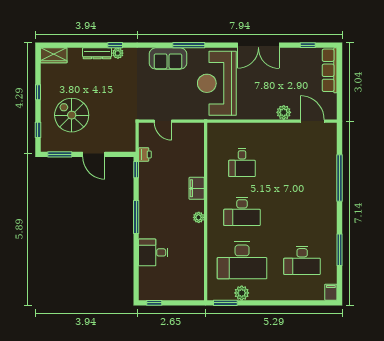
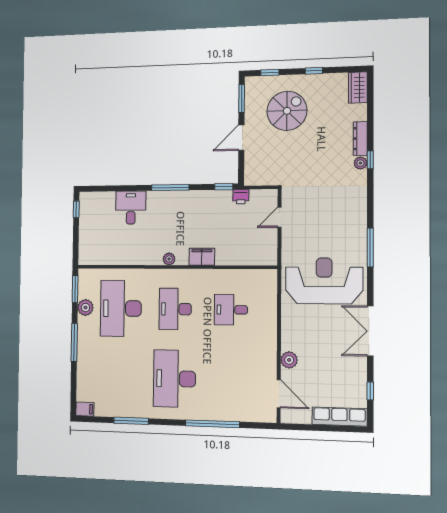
sofa: (168, 58) -> (354, 223), removed
door: (312, 121) -> (279, 394), hinge flipped
desk: (302, 260) -> (175, 379), moved, width x1.36, depth x1.30
window: (273, 303) -> (74, 343), added

